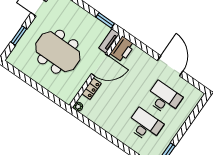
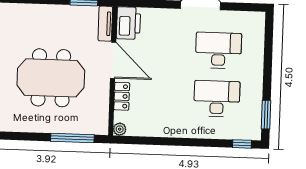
door: (100, 65) -> (113, 60), hinge flipped
window: (48, 94) -> (72, 138), added

